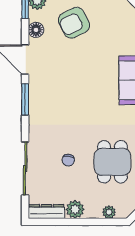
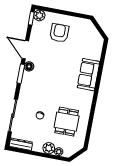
armchair: (74, 23) -> (59, 33), turned 117
floor lamp: (36, 30) -> (29, 66), moved
plant: (75, 209) -> (49, 148), moved

